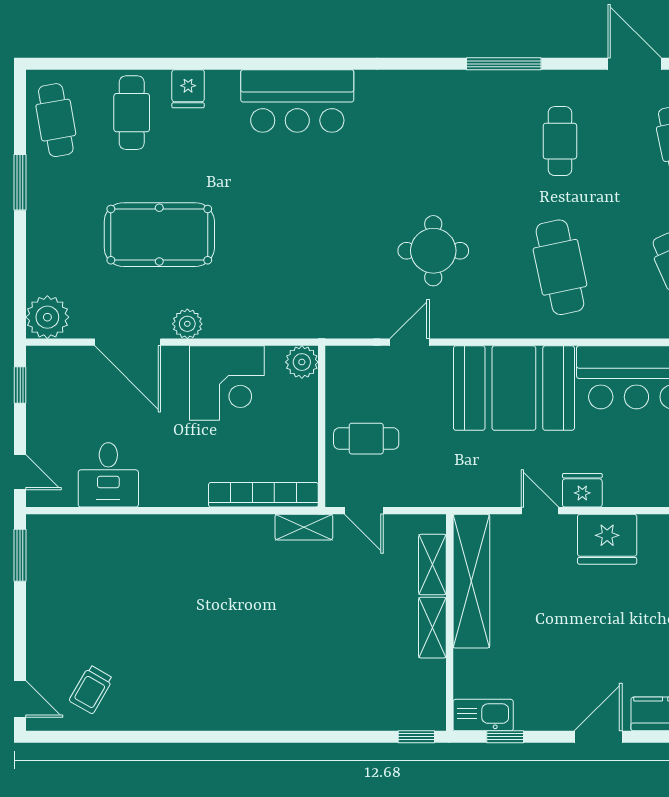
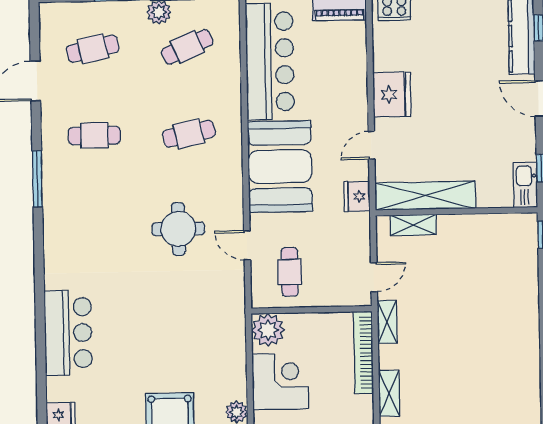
cafe table: (560, 267) -> (189, 134), width x0.73, depth x0.74
plant: (302, 362) -> (268, 330), width x1.36, depth x1.36
cafe table: (366, 439) -> (290, 272), moved
fridge: (582, 490) -> (357, 196), moved
shelving: (432, 628) -> (389, 393), moved, turned 90

